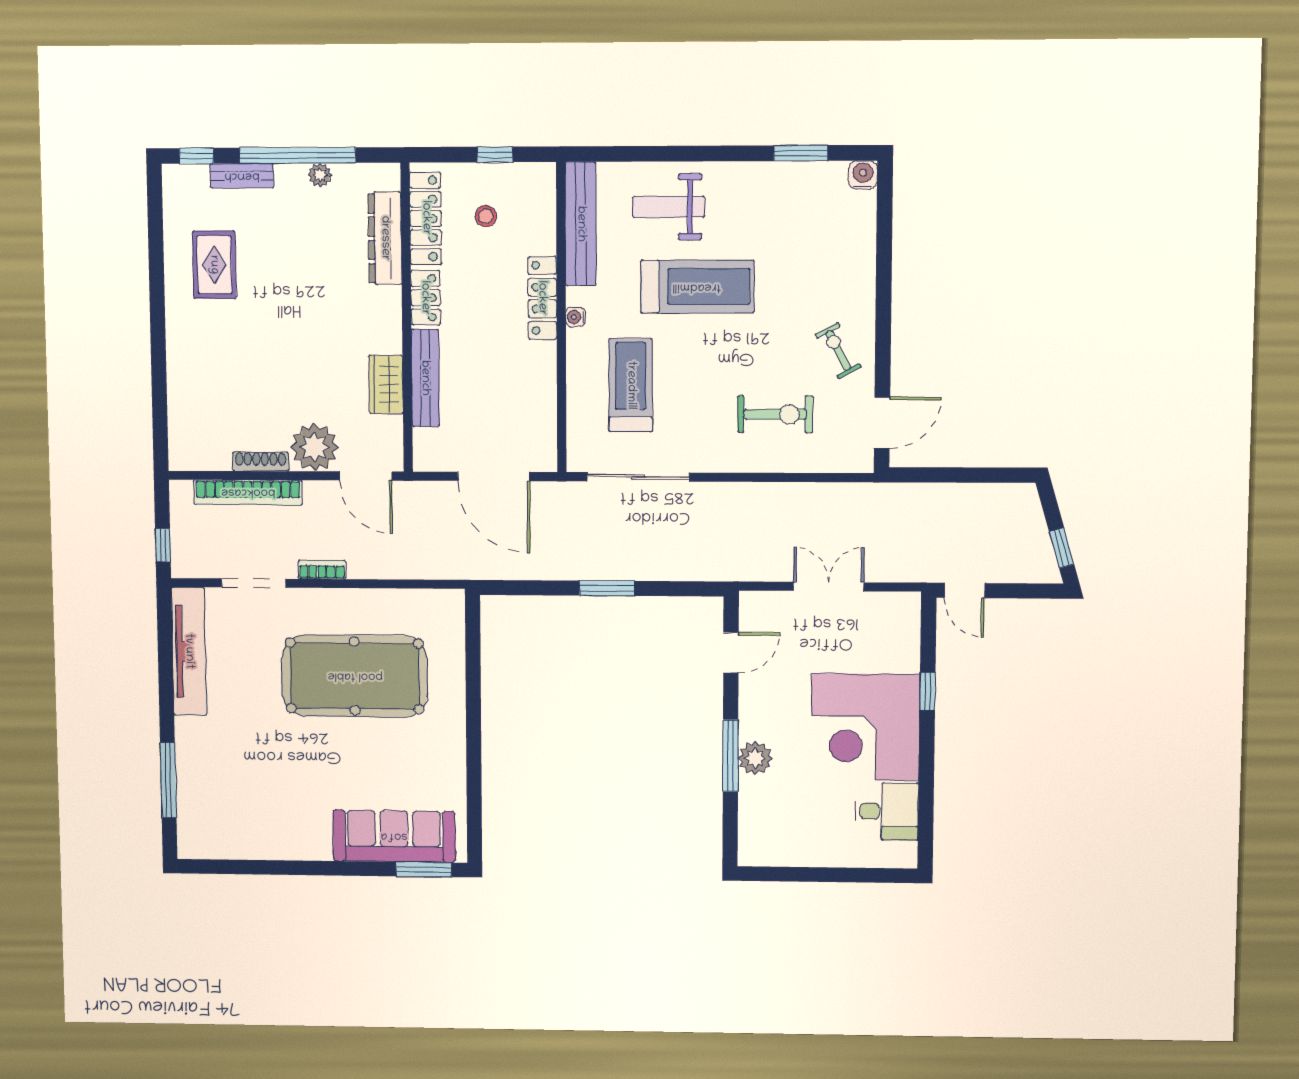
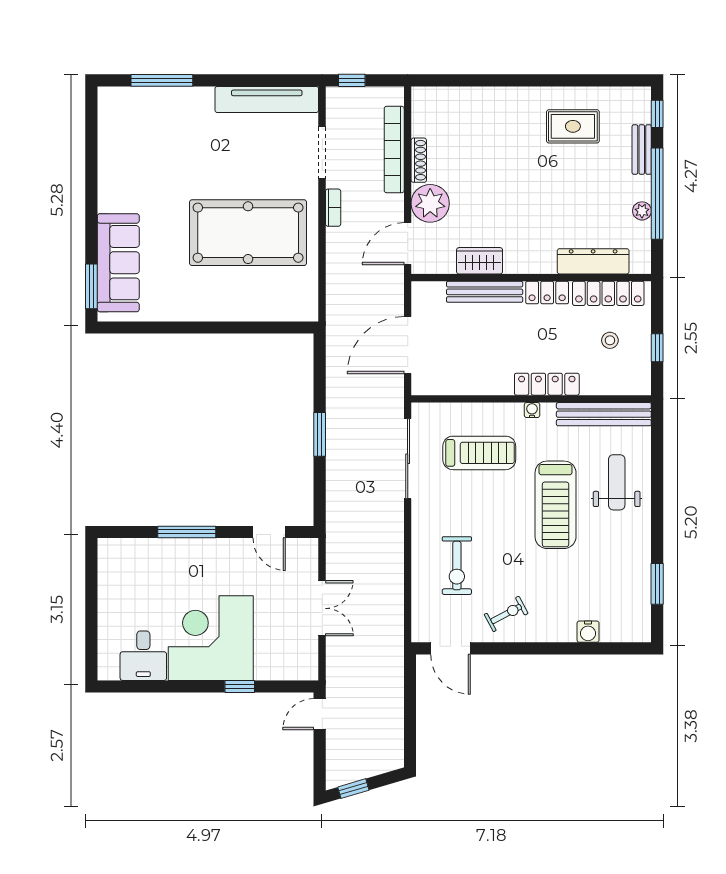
water cooler: (863, 175) -> (588, 632), moved, turned 90
pool table: (355, 676) -> (248, 233), turned 90
plant: (755, 758) -> (185, 552), removed

